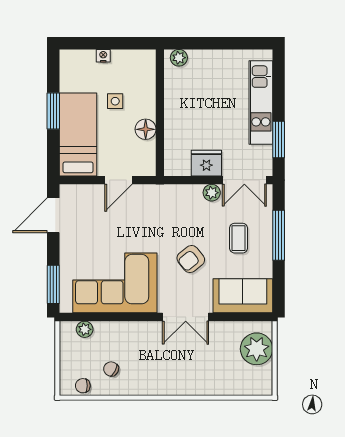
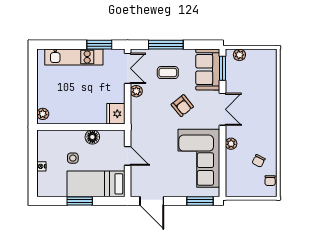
fridge: (206, 163) -> (116, 114), moved
window: (245, 317) -> (223, 68), added
plant: (85, 329) -> (231, 144), moved
plant: (257, 349) -> (239, 55), width x0.53, depth x0.53

